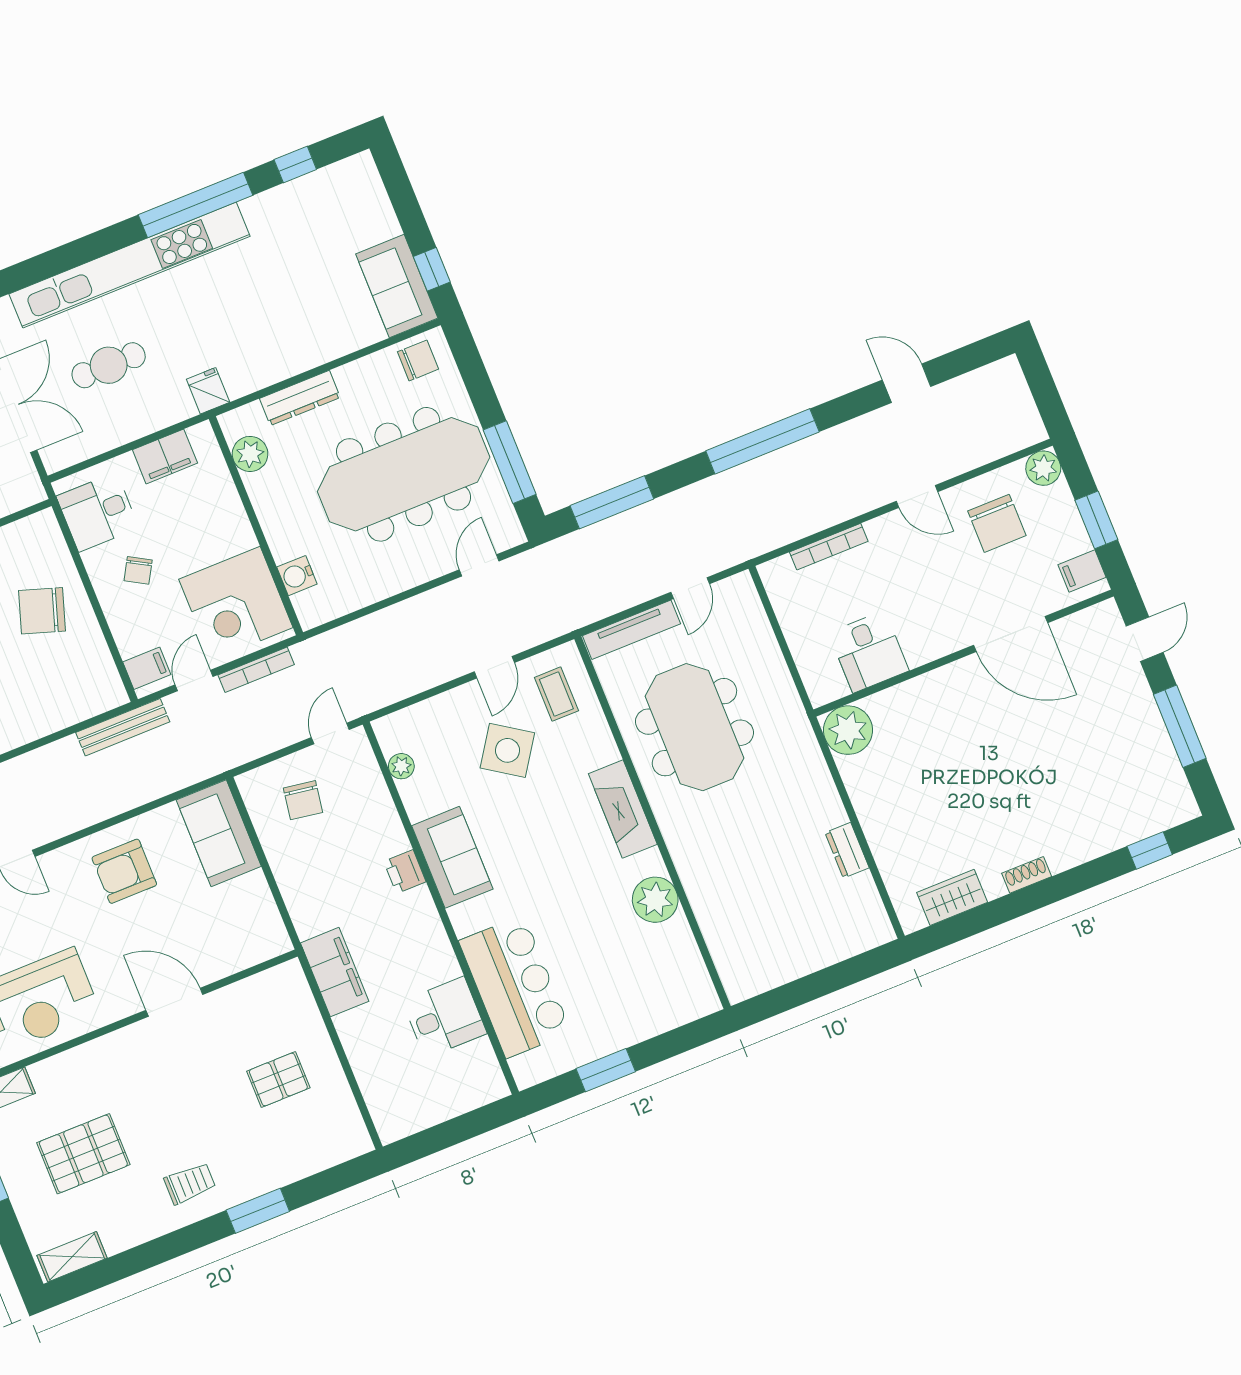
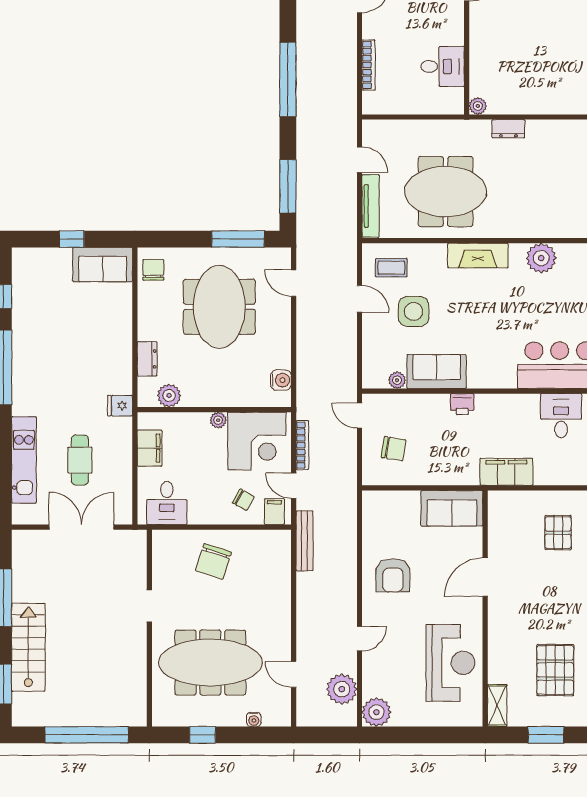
kitchen unit: (130, 265) -> (24, 460), width x0.54
window: (432, 269) -> (72, 239), moved
dresser: (300, 398) -> (147, 359), width x0.70
meeting table: (404, 474) -> (219, 307), width x0.73
plant: (243, 537) -> (218, 420), added
chair: (138, 570) -> (243, 500), moved
water cooler: (297, 576) -> (281, 380), moved, turned -90
plant: (848, 730) -> (478, 106), width x0.53, depth x0.53
side table: (507, 750) -> (414, 311), turned -34
sofa: (219, 833) -> (452, 508), moved
dresser: (847, 850) -> (508, 129), moved
sofa: (452, 857) -> (437, 372), moved

